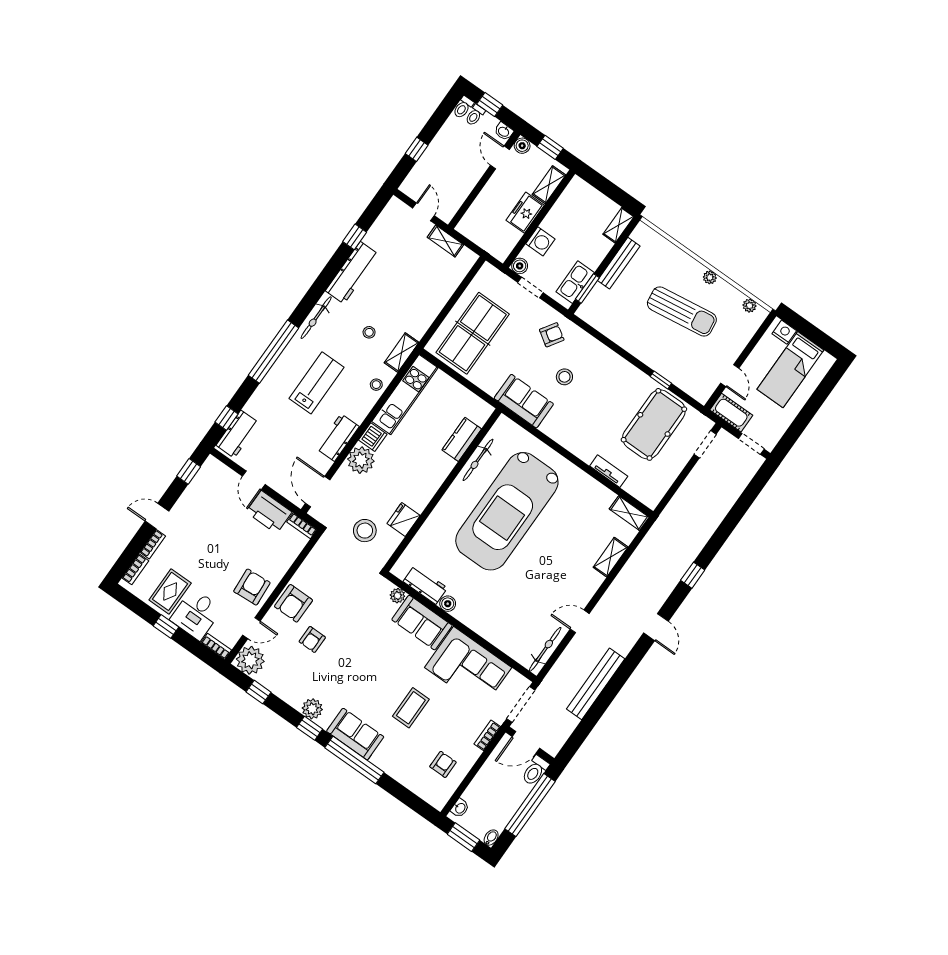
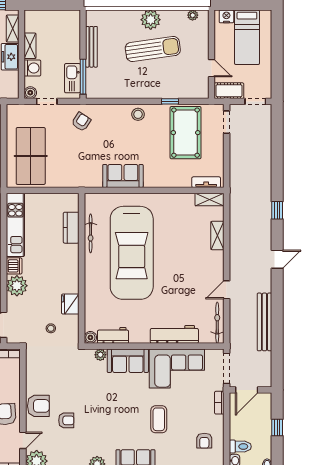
shelving: (619, 225) -> (30, 46), moved
plant: (710, 277) -> (151, 20), width x1.87, depth x1.87
window: (587, 288) -> (83, 77), width x1.44
stool: (564, 377) -> (138, 114), moved
sofa: (524, 401) -> (123, 176), moved
tv unit: (609, 471) -> (206, 182), moved
stool: (365, 531) -> (51, 328), width x0.53, depth x0.53
armchair: (294, 603) -> (38, 406), turned -90
boiler: (448, 604) -> (90, 337), moved
door: (656, 627) -> (277, 259), hinge flipped
workbench: (491, 630) -> (174, 334), added
armchair: (312, 639) -> (66, 420), turned -90
armchair: (443, 764) -> (204, 441), turned 180
toilet: (535, 771) -> (240, 447), moved, turned -90
window: (530, 805) -> (277, 428), width x0.32

